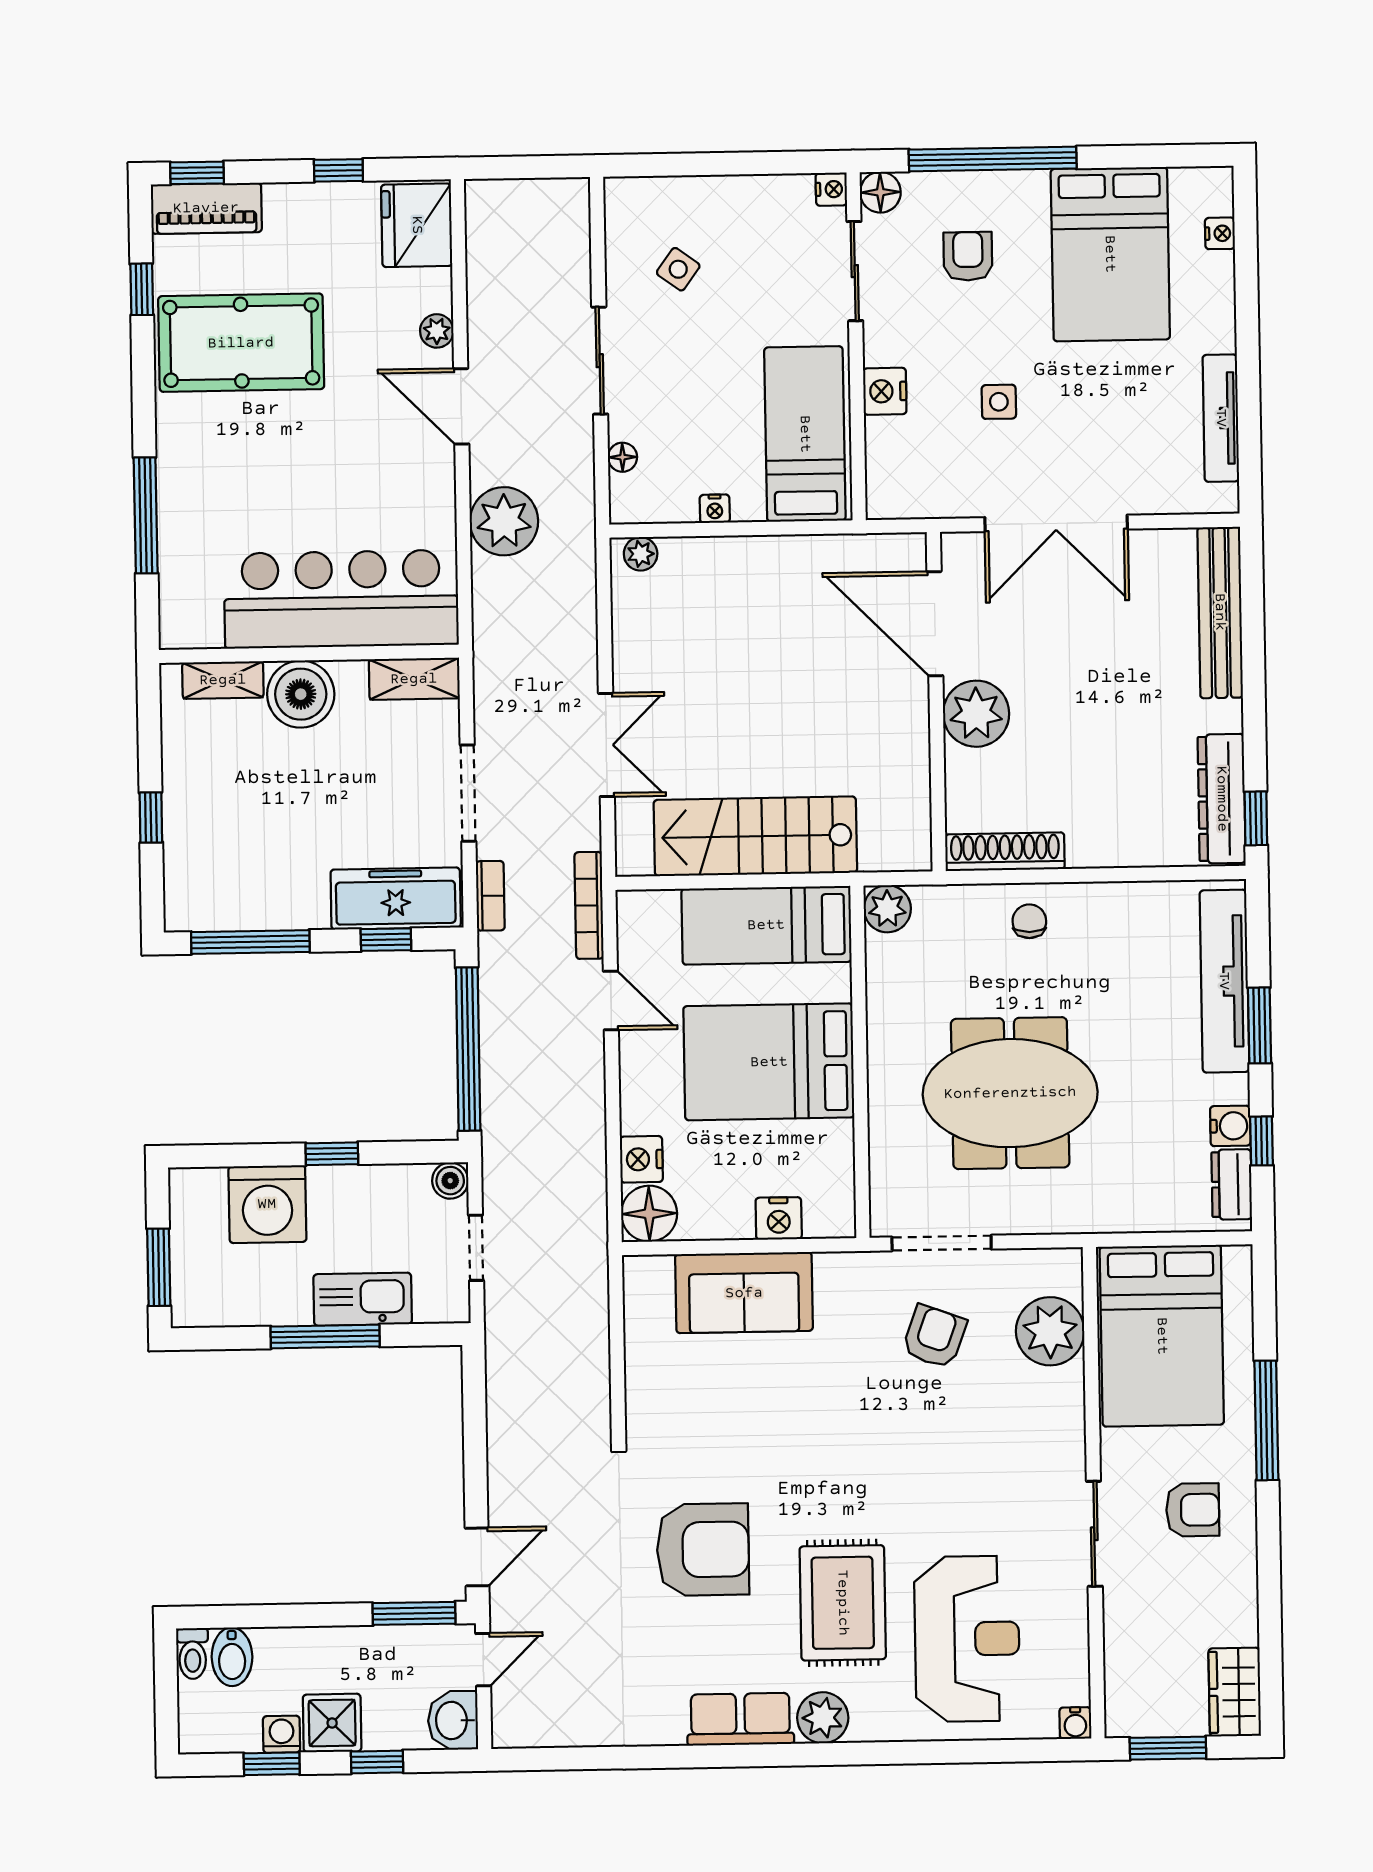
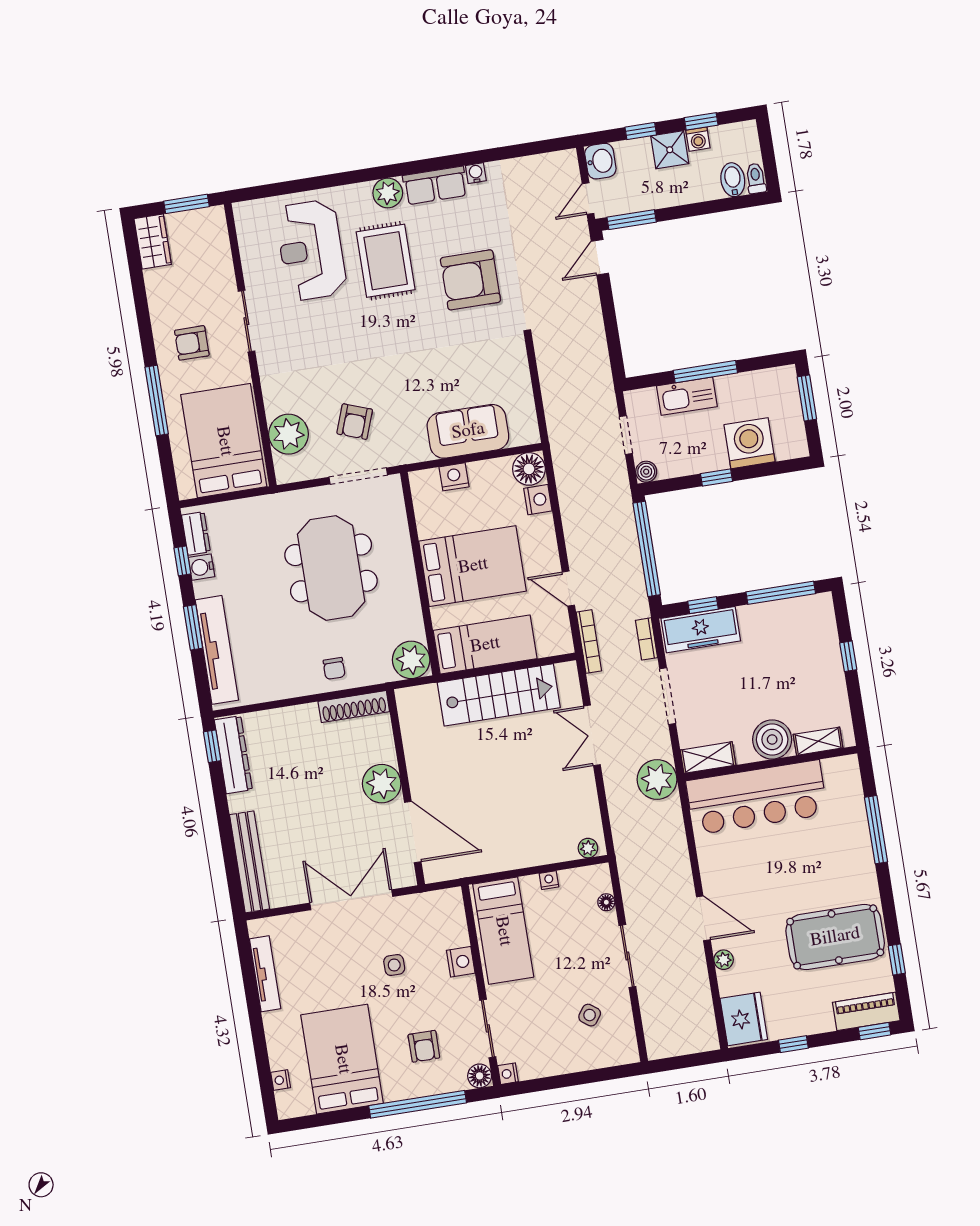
plant: (504, 521) -> (657, 779), moved
plant: (887, 909) -> (411, 660), width x1.36, depth x1.36
meeting table: (1010, 1093) -> (331, 568), turned 90
water cooler: (1075, 1723) -> (476, 173), moved

